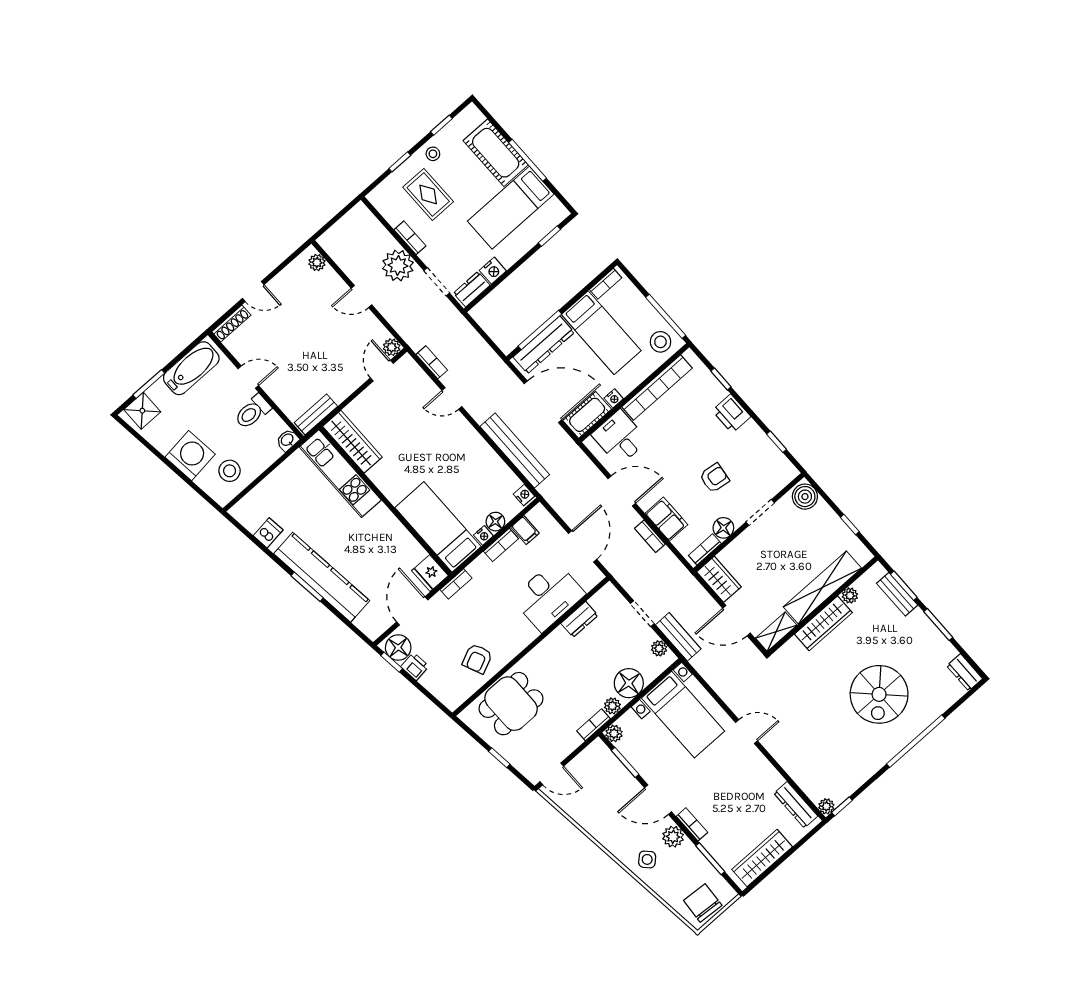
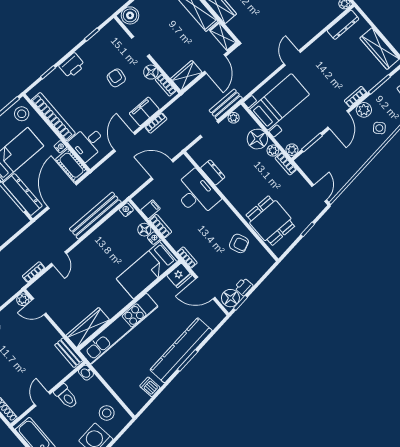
kitchen unit: (340, 474) -> (119, 329), width x1.36

